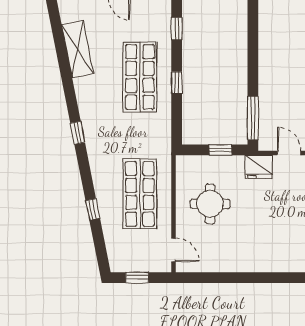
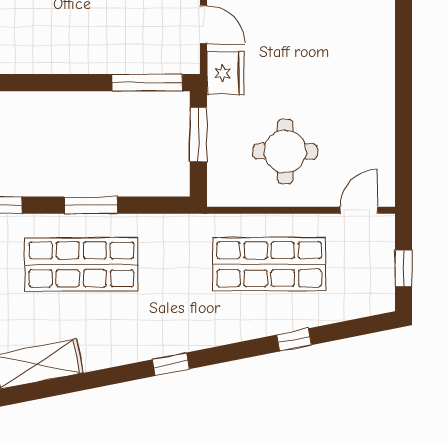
window: (177, 83) -> (91, 205), width x1.50
window: (221, 150) -> (198, 135), width x1.50
door: (289, 153) -> (203, 24), swing flipped

